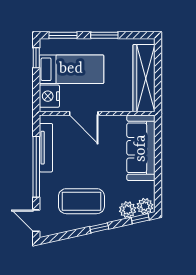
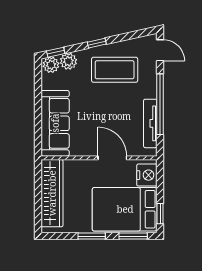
bed: (71, 69) -> (125, 209), width x1.50

